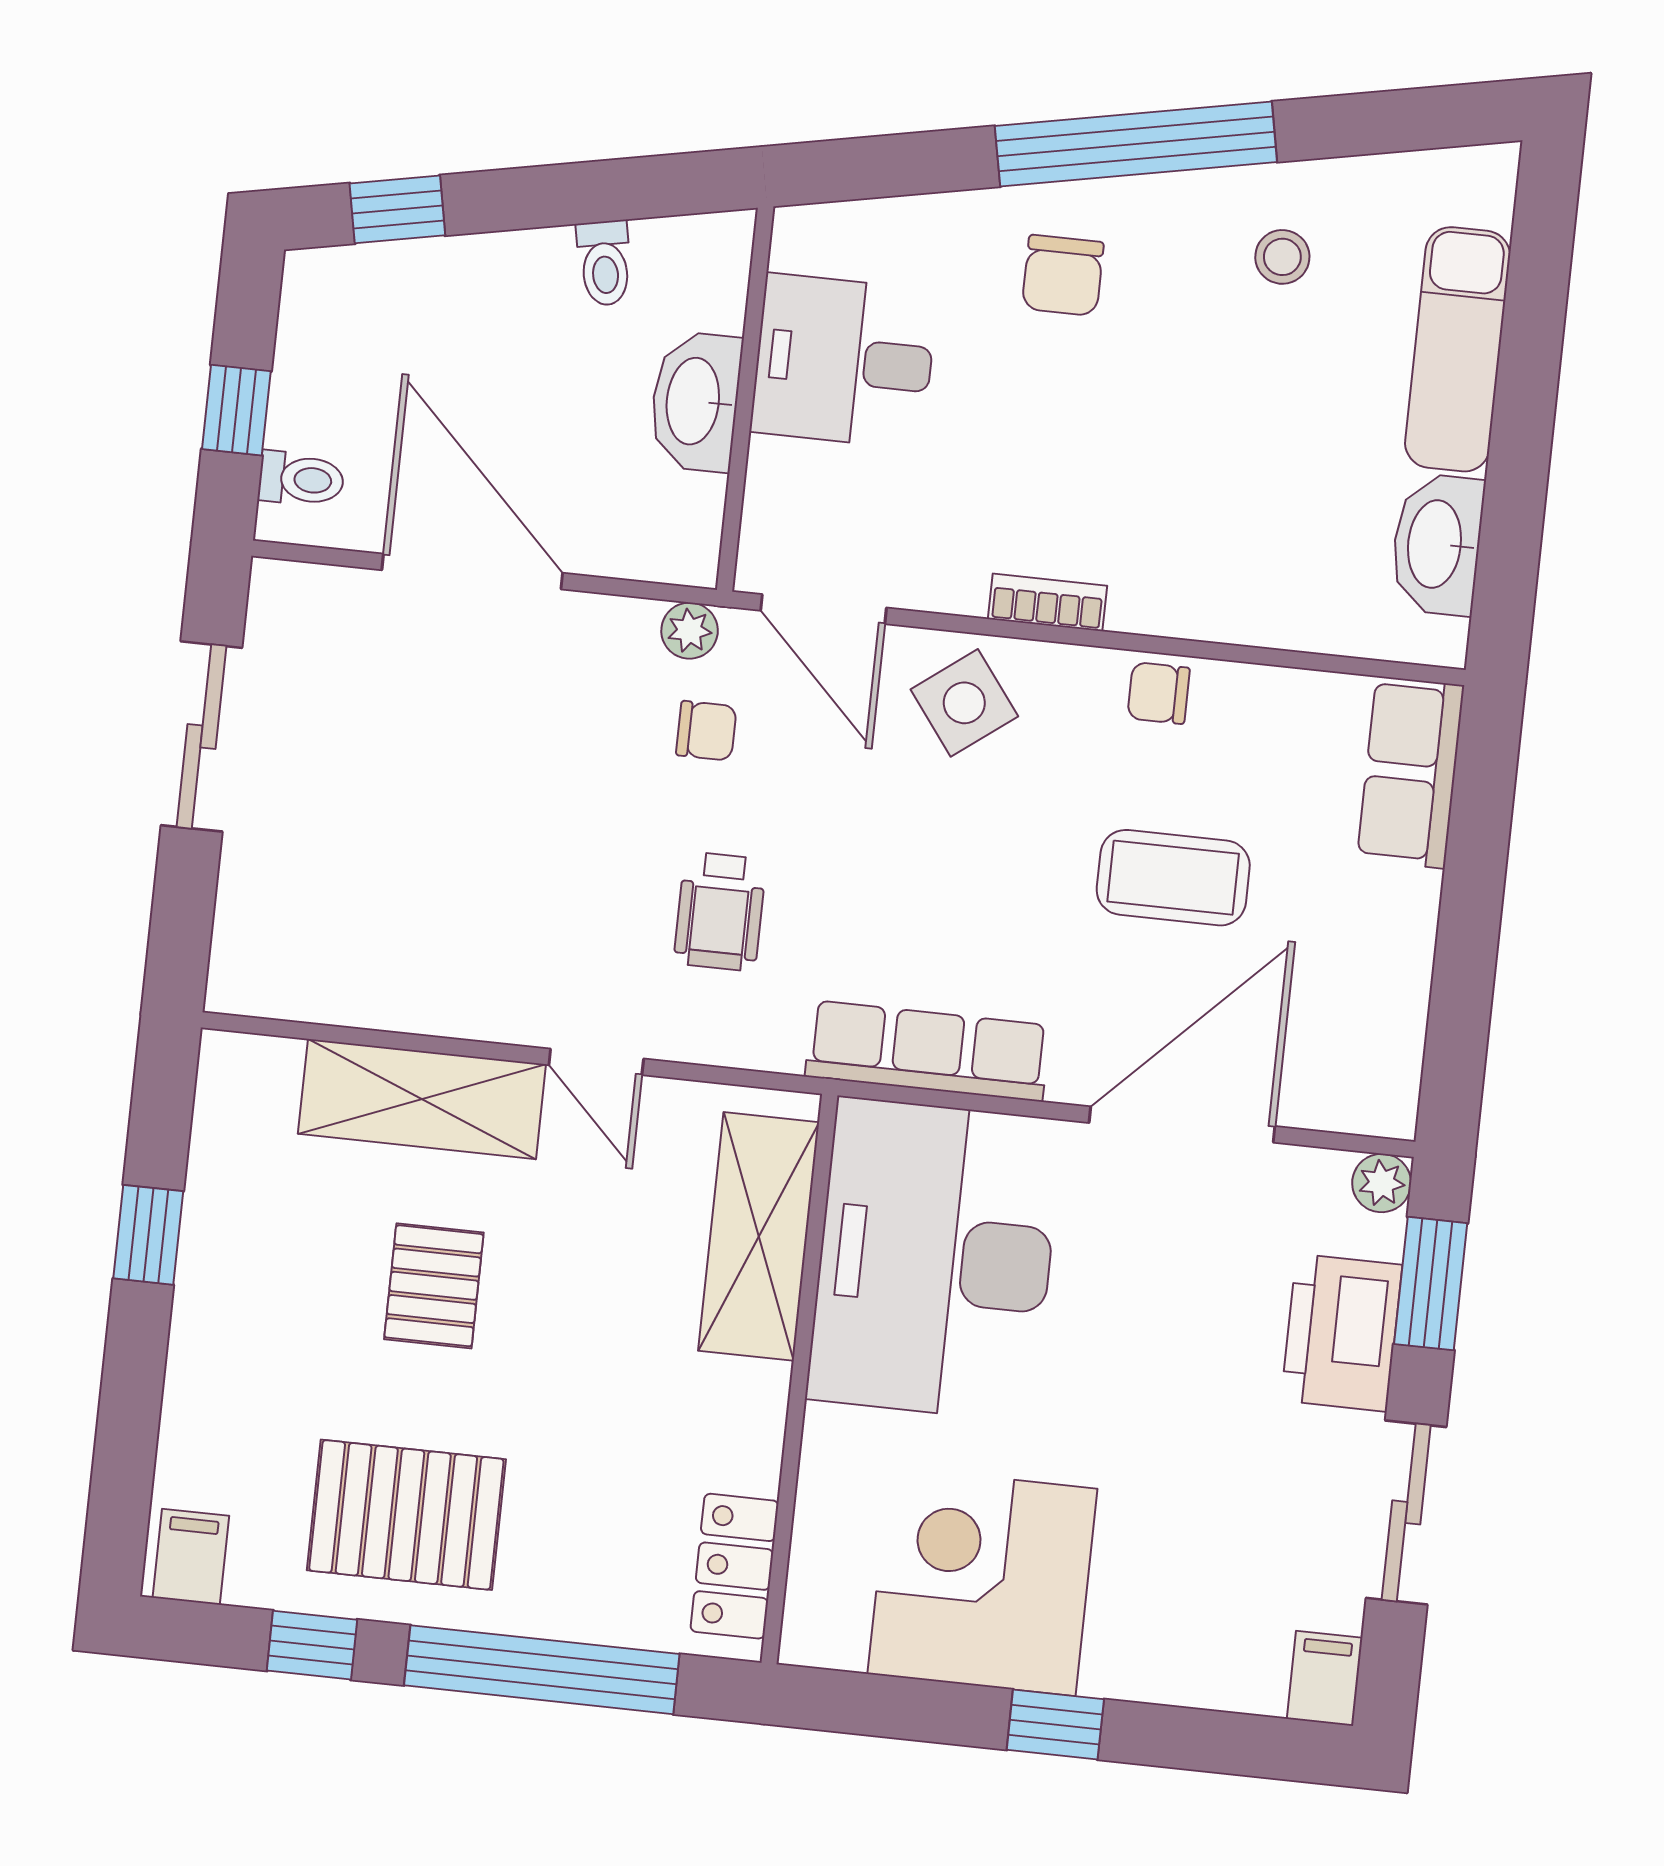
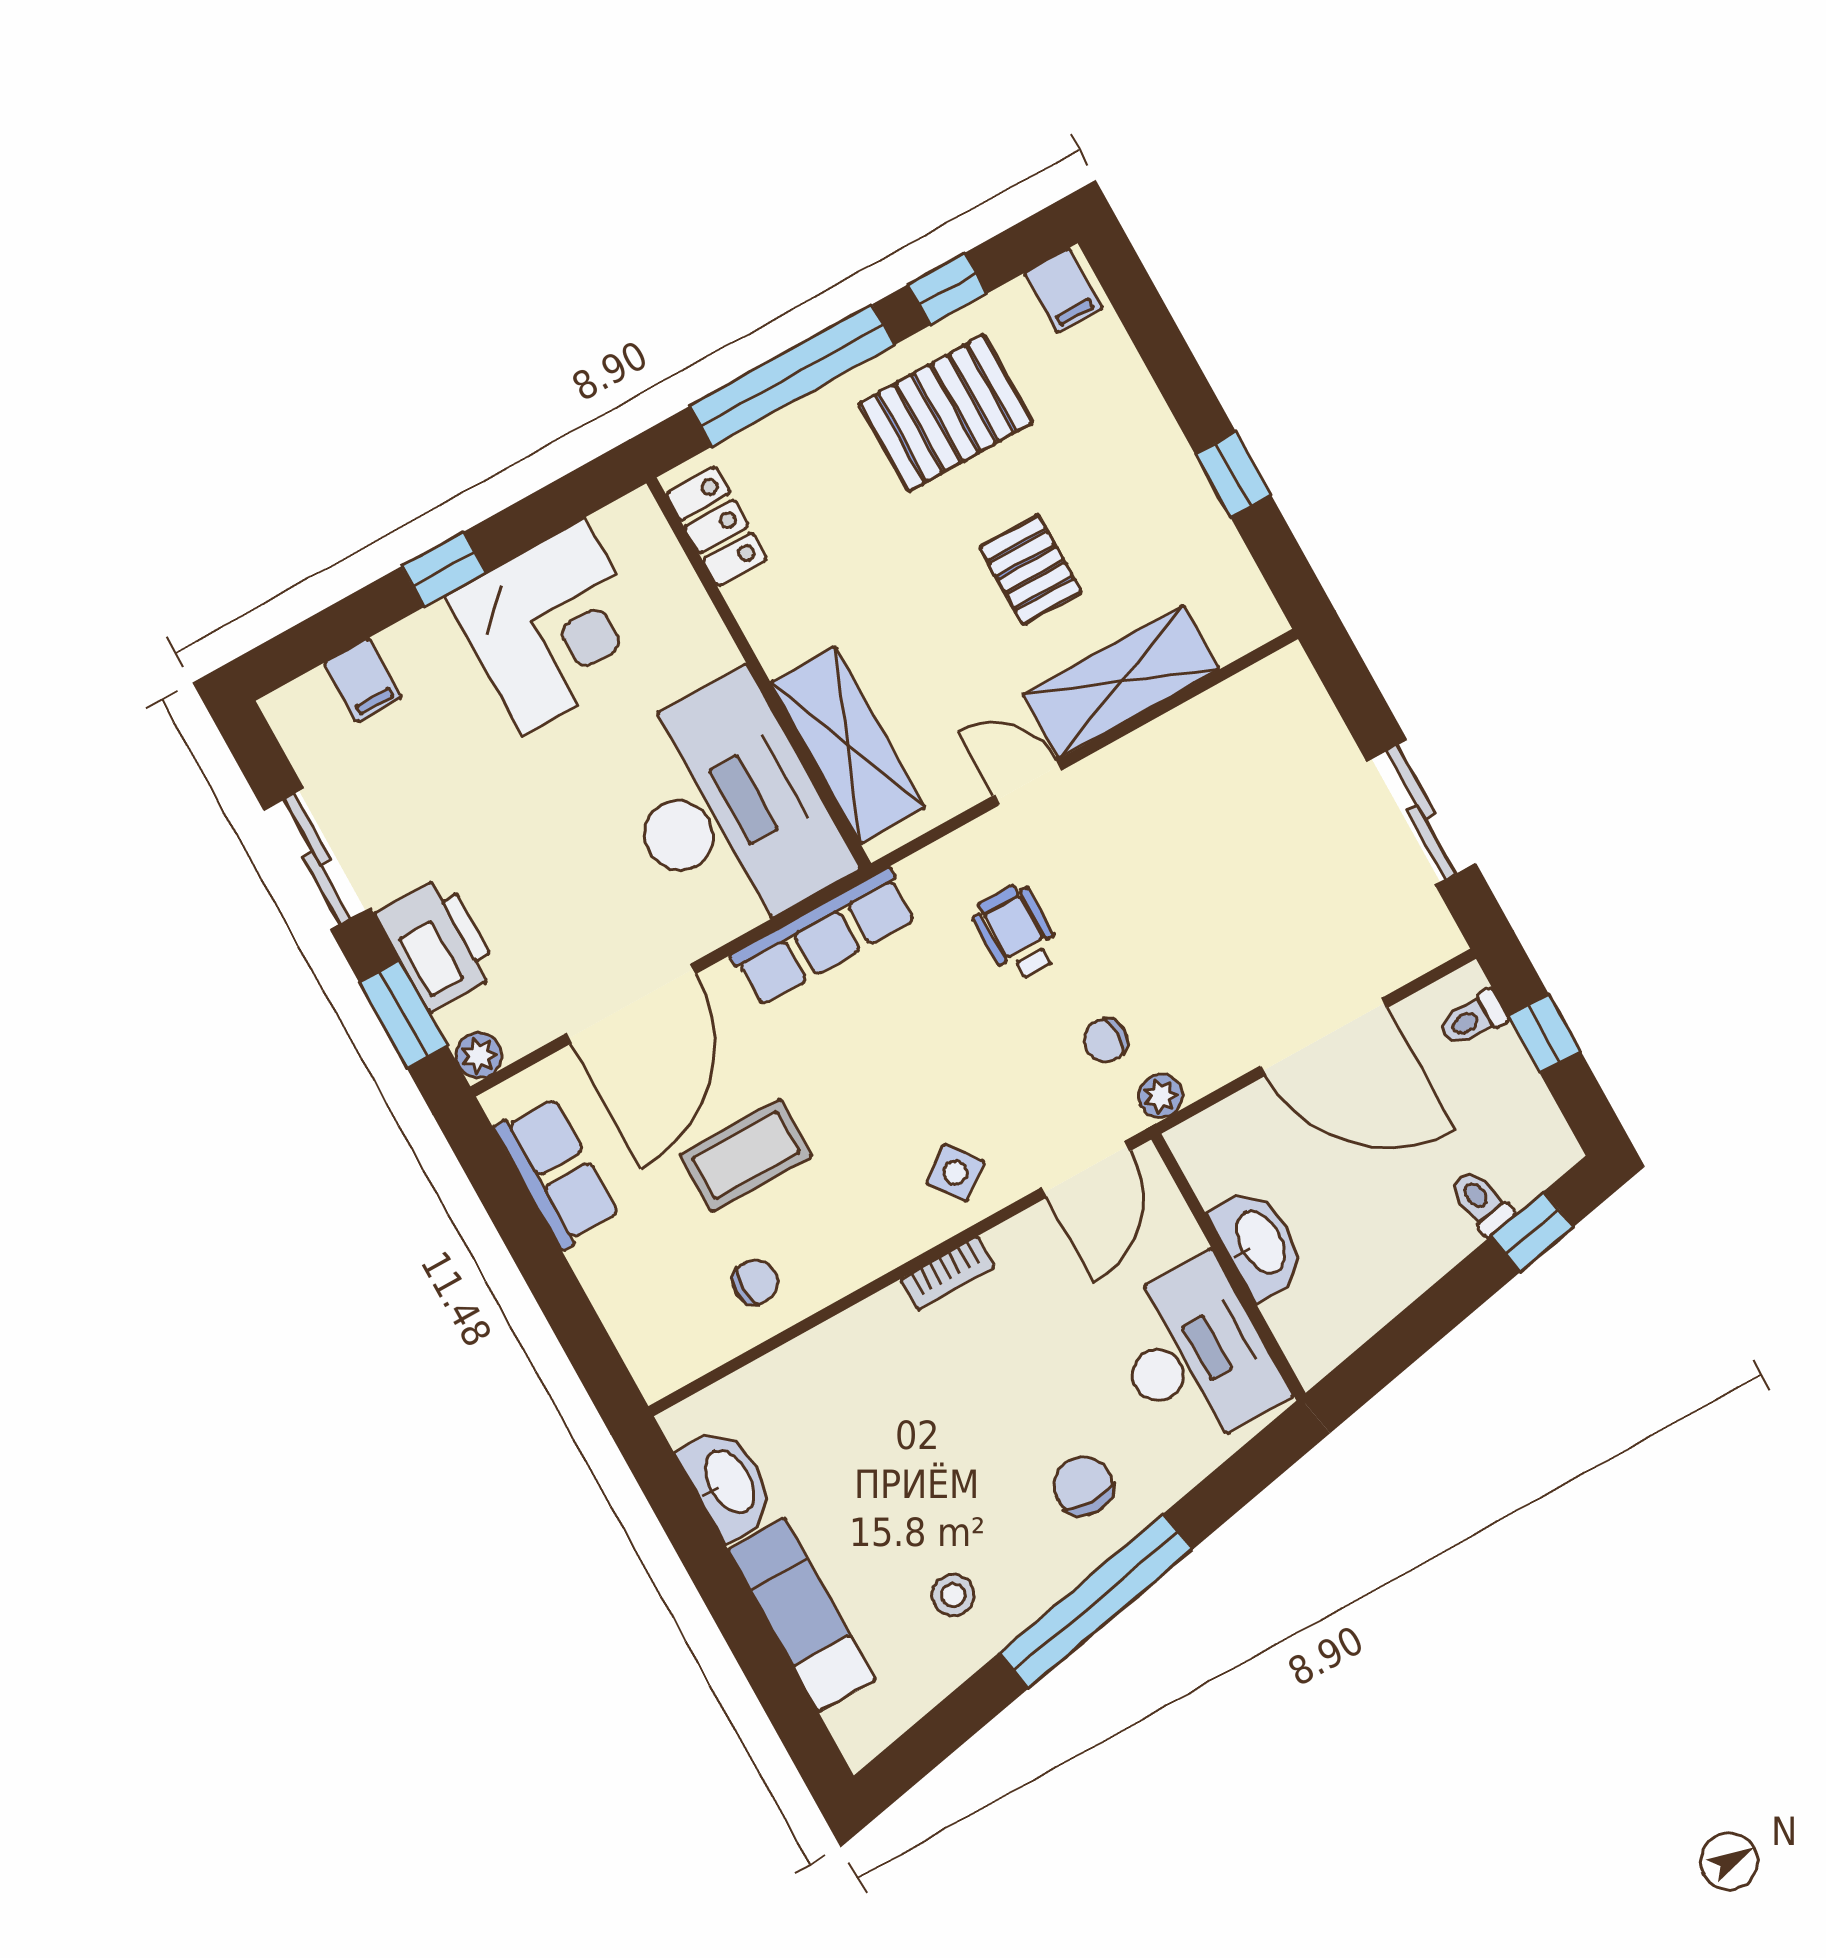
toilet: (604, 263) -> (1481, 1202), moved
desk: (844, 361) -> (1194, 1355), width x1.37
door: (823, 609) -> (1086, 1169), swing flipped
chair: (1159, 693) -> (755, 1282), moved
side table: (964, 703) -> (955, 1173), width x0.73, depth x0.73
row of seats: (1411, 772) -> (557, 1172), moved
filing cabinet: (1325, 1678) -> (363, 680), moved

